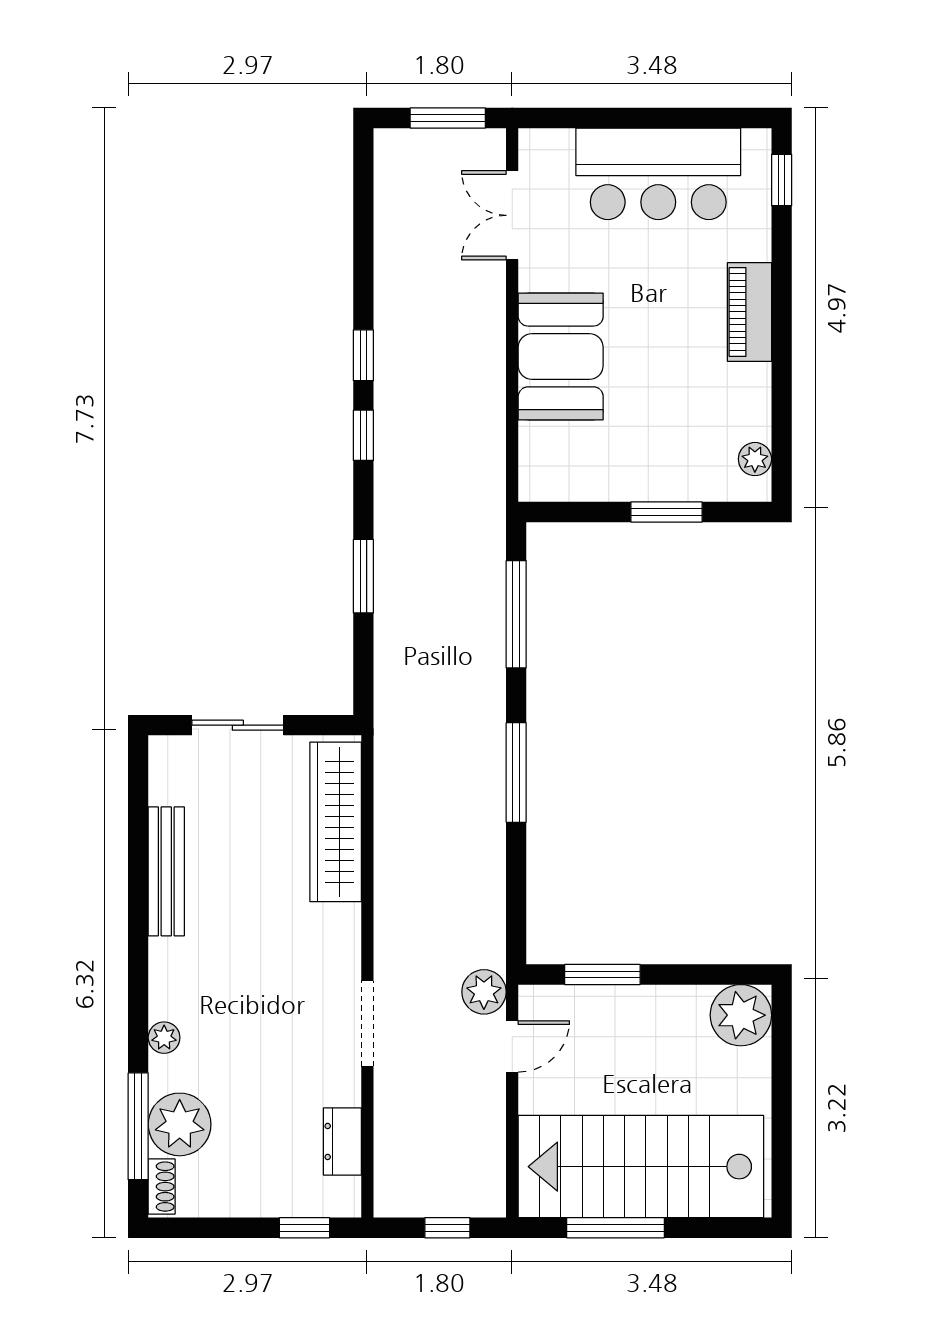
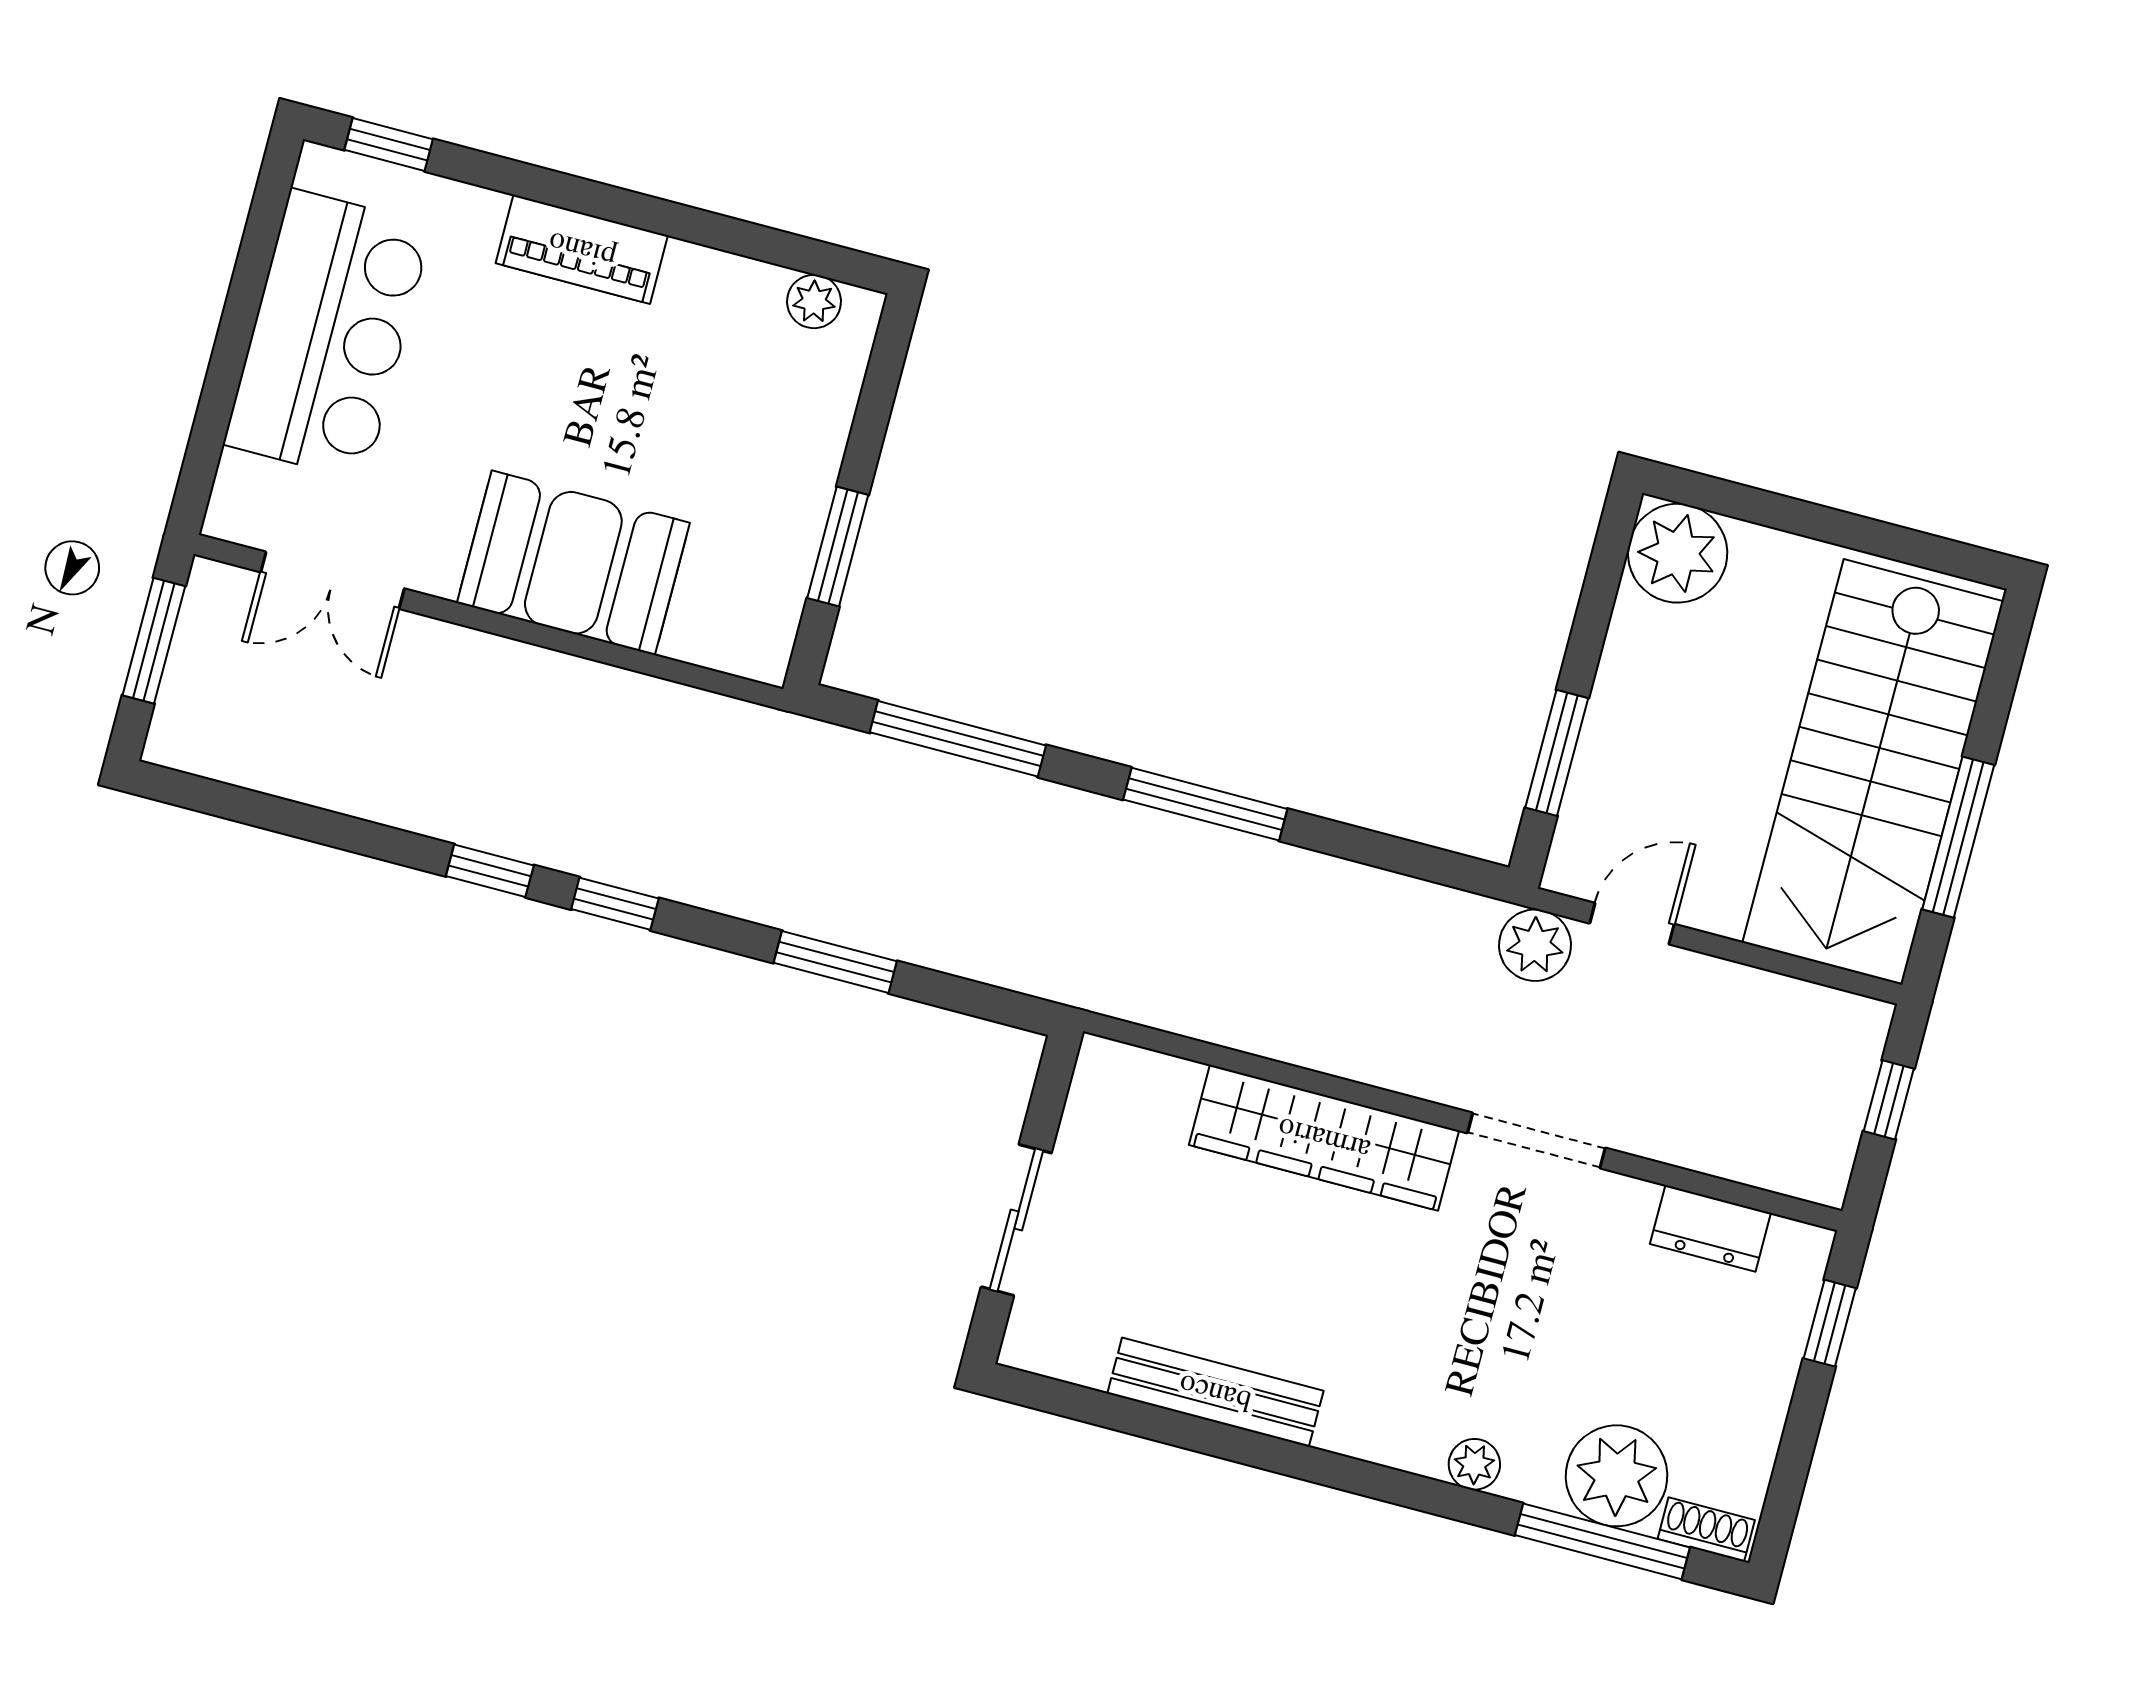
window: (667, 512) -> (838, 547), moved
wardrobe: (336, 822) -> (1324, 1138), moved
door: (512, 1046) -> (1632, 924), hinge flipped

